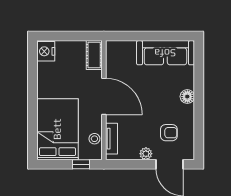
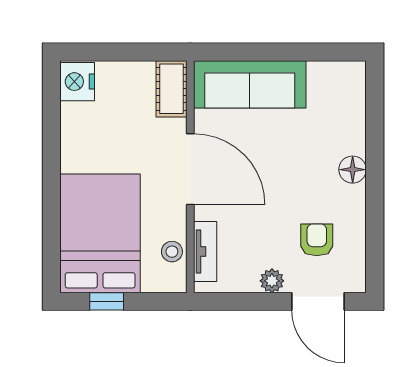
sofa: (165, 53) -> (250, 84), moved
armchair: (169, 133) -> (317, 240), turned -90
window: (81, 164) -> (107, 301), moved

